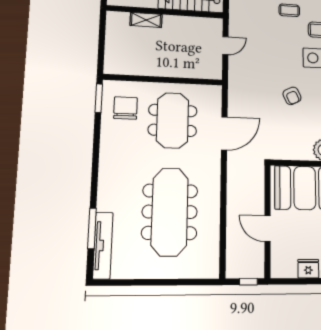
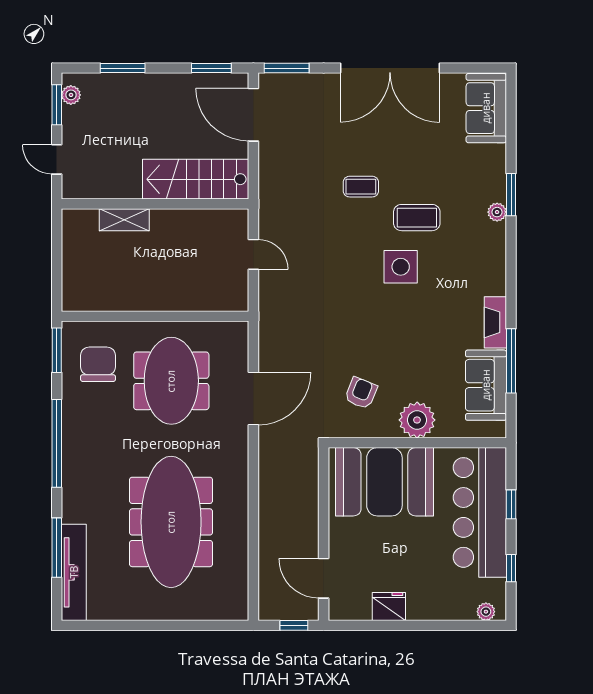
door: (225, 46) -> (253, 254), hinge flipped
armchair: (292, 96) -> (361, 393), moved, turned -132
window: (96, 158) -> (57, 443), added
door: (268, 229) -> (324, 578), moved

